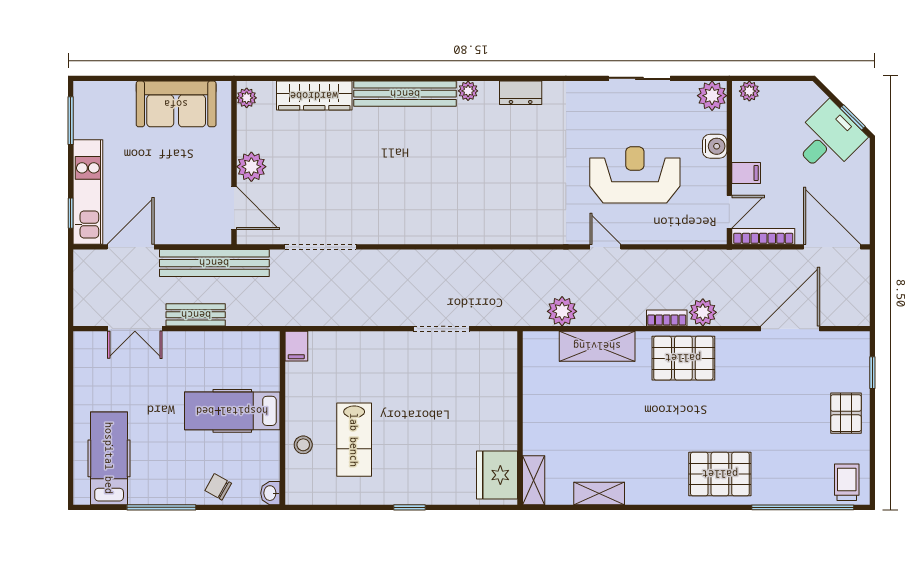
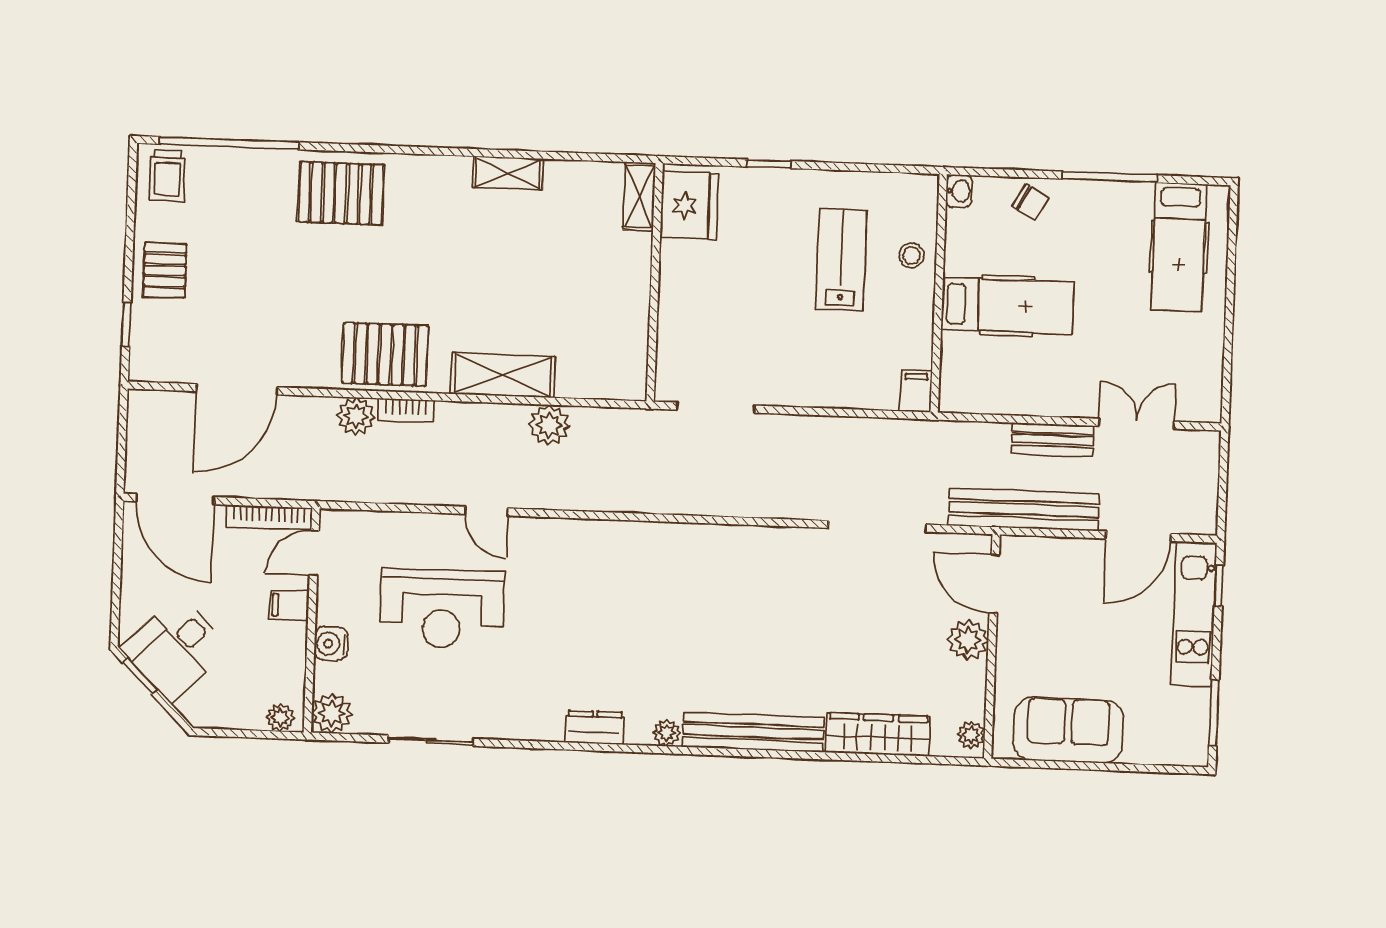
wall: (520, 418) -> (655, 282), moved
fridge: (497, 475) -> (689, 205), moved
shelving: (534, 480) -> (639, 196), moved

